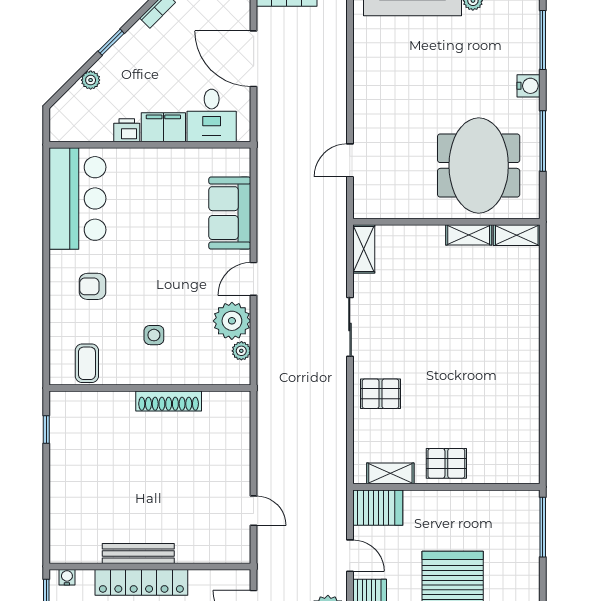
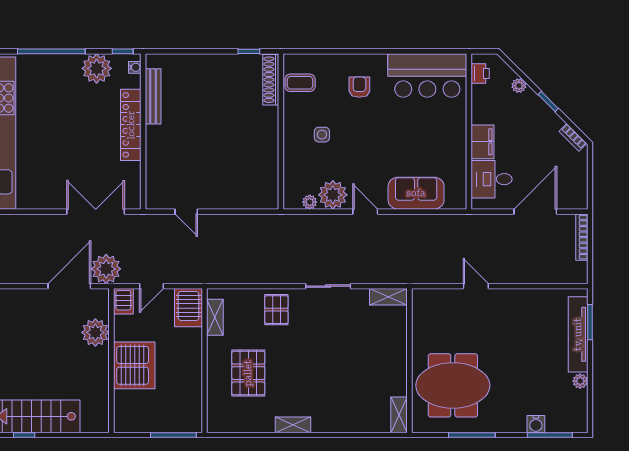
water cooler: (529, 86) -> (536, 424), moved
printer: (127, 130) -> (480, 73), moved
door: (350, 160) -> (476, 286), moved
shelving: (469, 235) -> (293, 425), moved, turned 90
shoe rack: (169, 401) -> (271, 80), moved
pallet: (446, 463) -> (248, 373), moved, width x1.50, depth x1.42
door: (254, 511) -> (186, 212), hinge flipped
bench: (138, 553) -> (153, 96), moved

